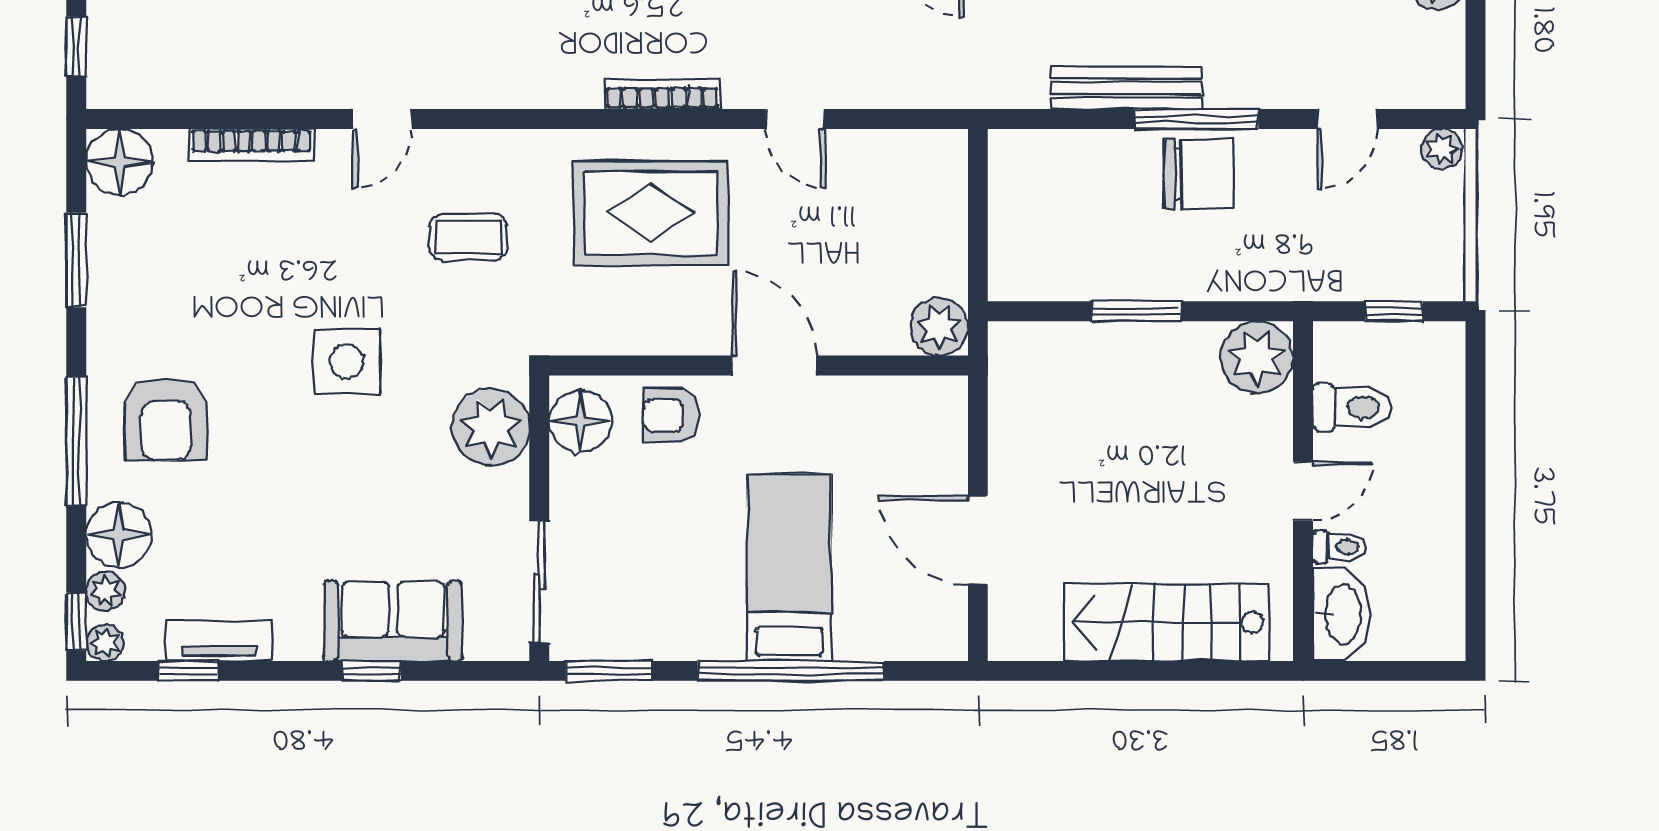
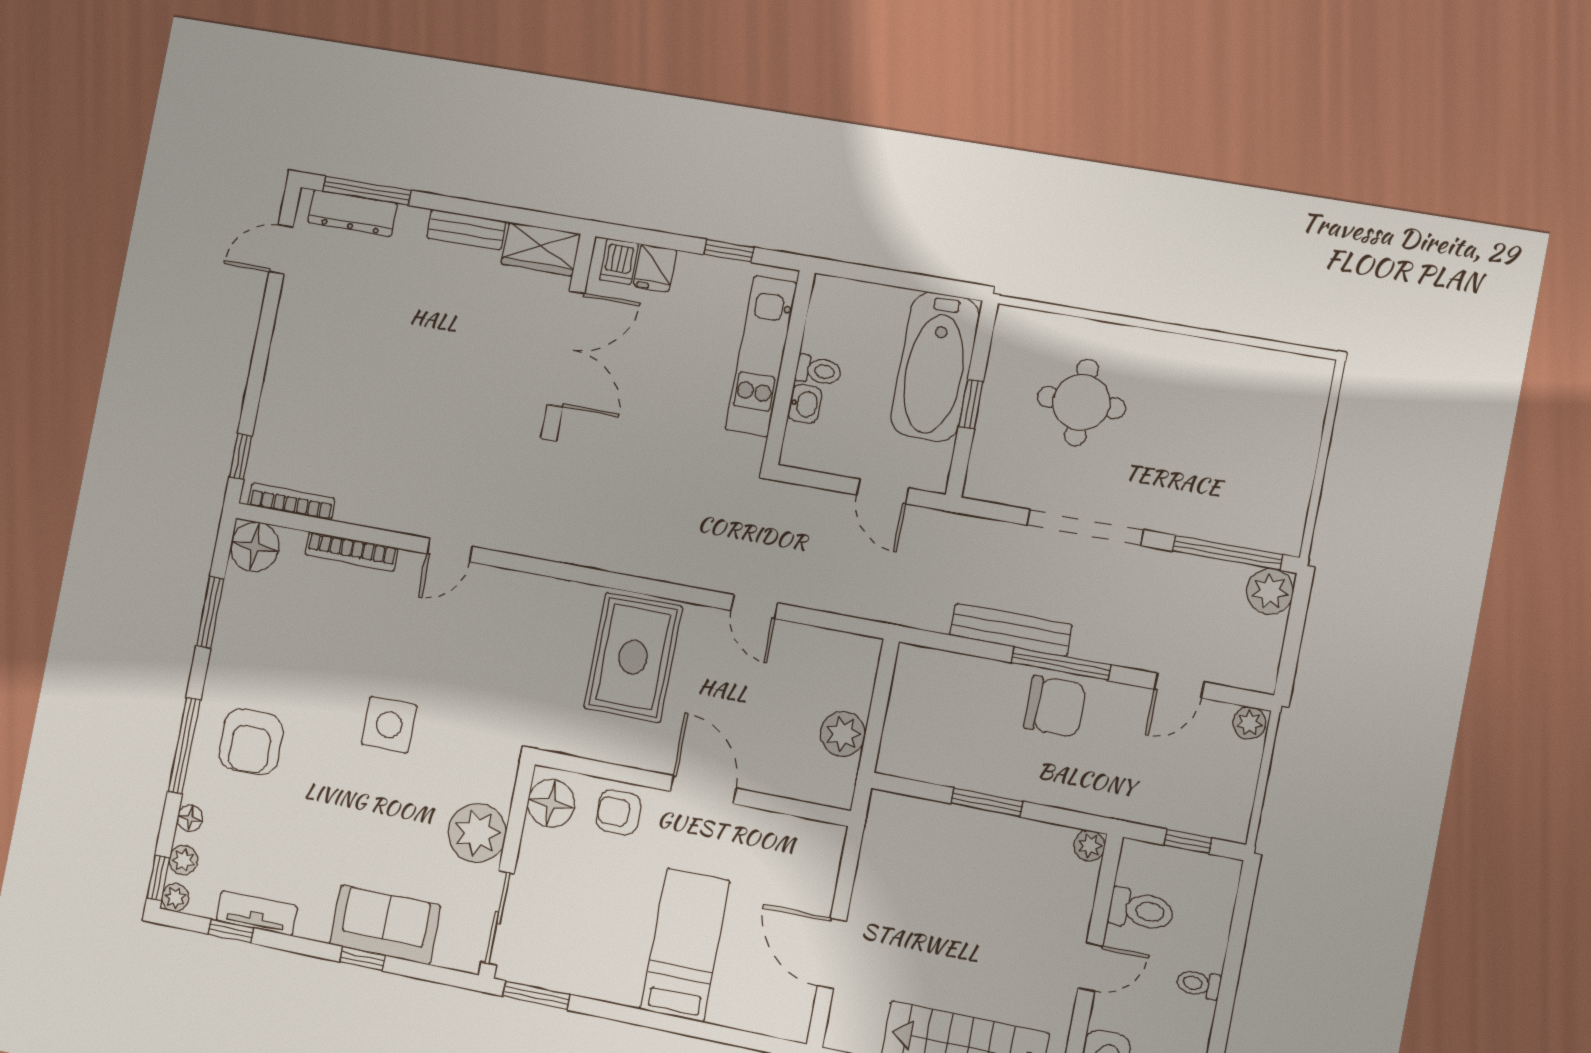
bookcase: (662, 94) -> (291, 502), moved
rug: (651, 213) -> (633, 657), turned 90
coffee table: (468, 237) -> (495, 649), removed
plant: (939, 327) -> (843, 734), moved
plant: (1257, 357) -> (1090, 846), width x0.53, depth x0.53
plant: (491, 427) -> (477, 833), moved
floor lamp: (119, 535) -> (190, 818), width x0.53, depth x0.53
toilet: (1340, 547) -> (1199, 984), moved, turned 180
window: (791, 671) -> (671, 1024), removed

